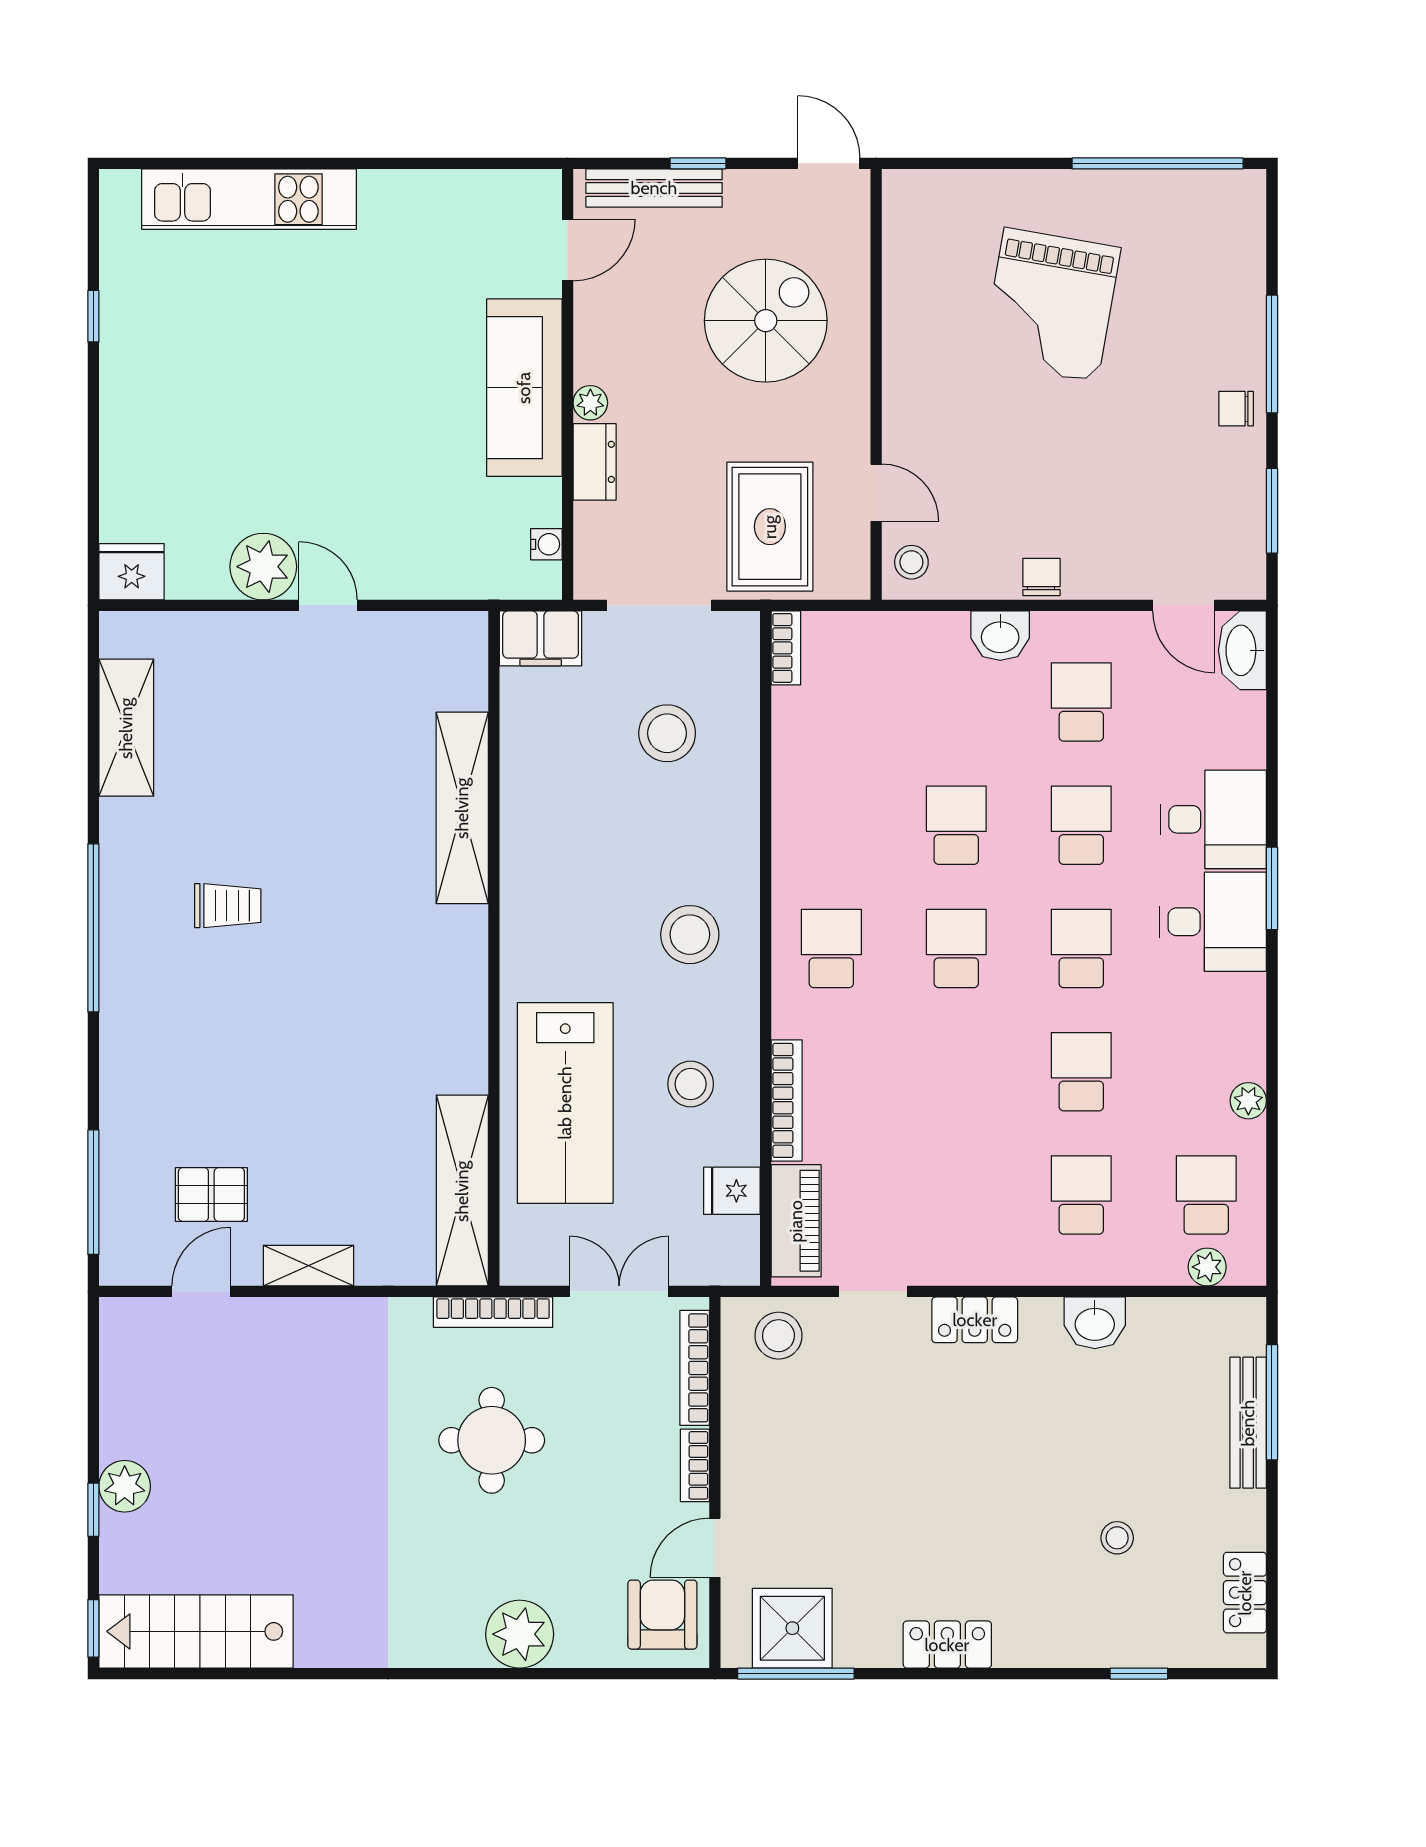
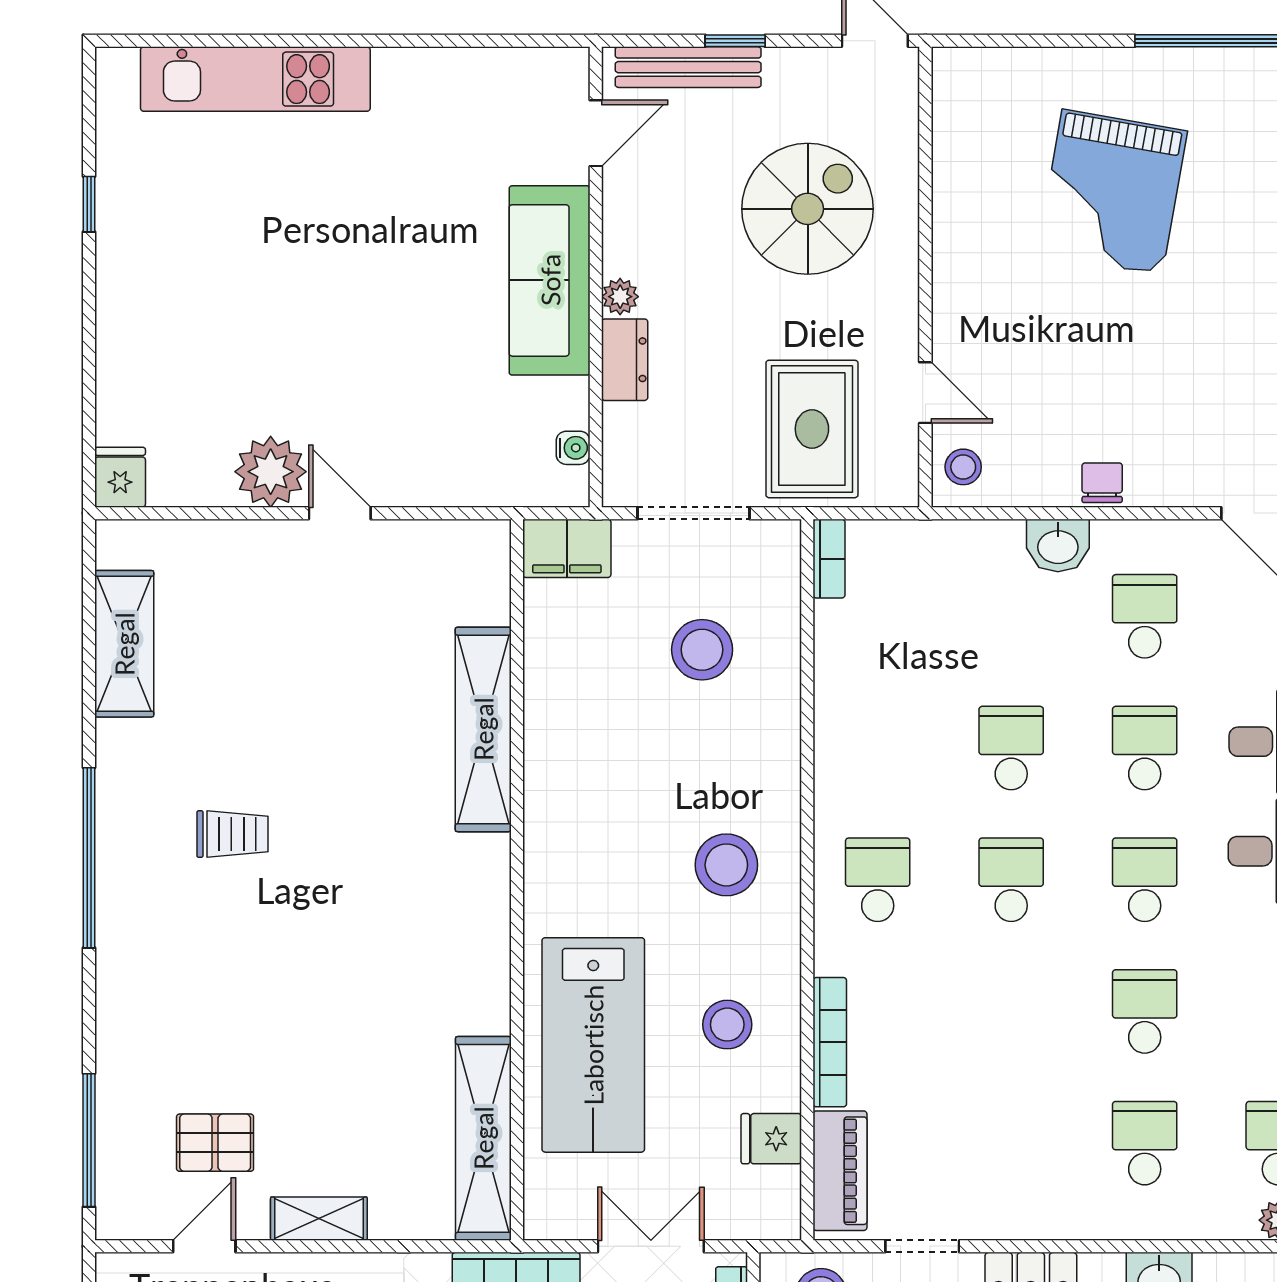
fridge: (132, 572) -> (120, 477), width x0.72

